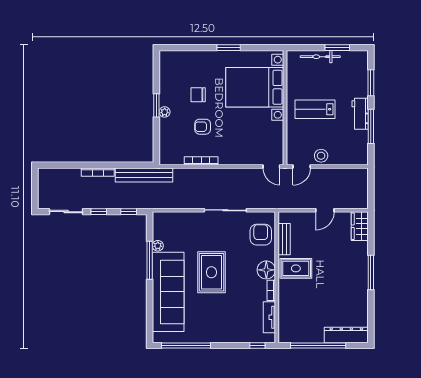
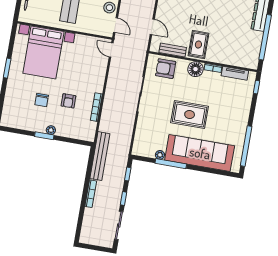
door: (271, 167) -> (111, 50), swing flipped
door: (325, 210) -> (152, 27), moved

